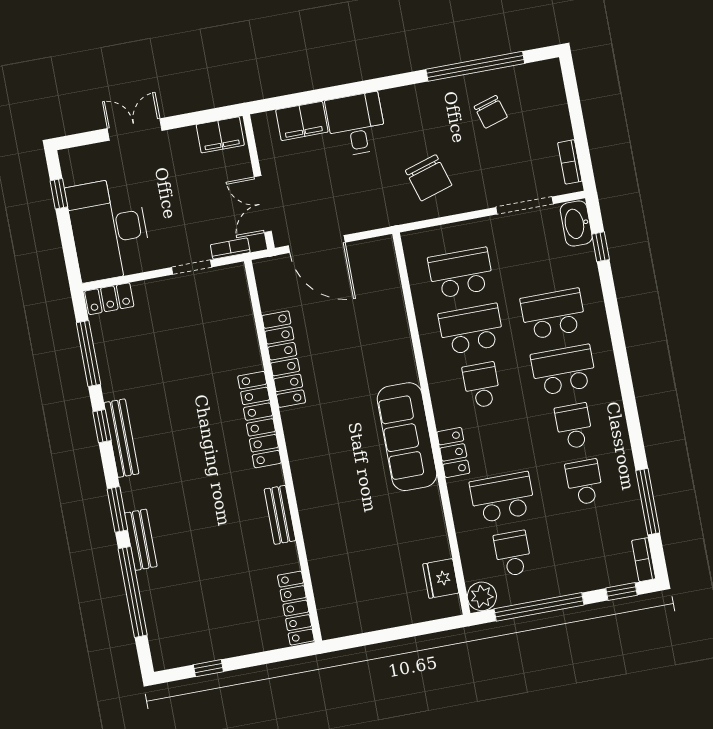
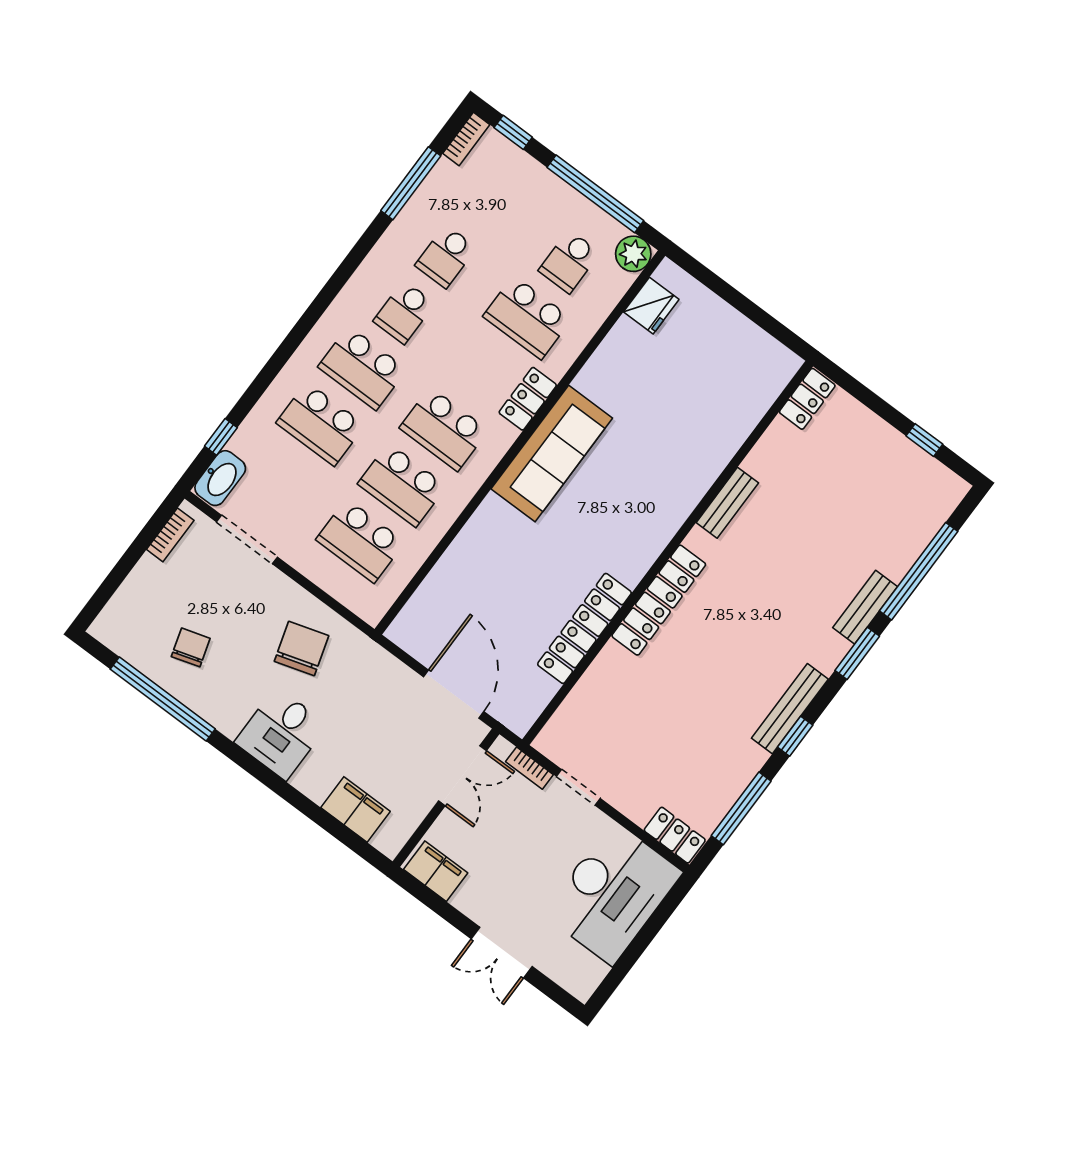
desk: (356, 124) -> (281, 734), moved
window: (59, 194) -> (622, 967), removed
school desk: (482, 385) -> (444, 429), width x1.85
locker: (296, 608) -> (807, 399), width x0.66

